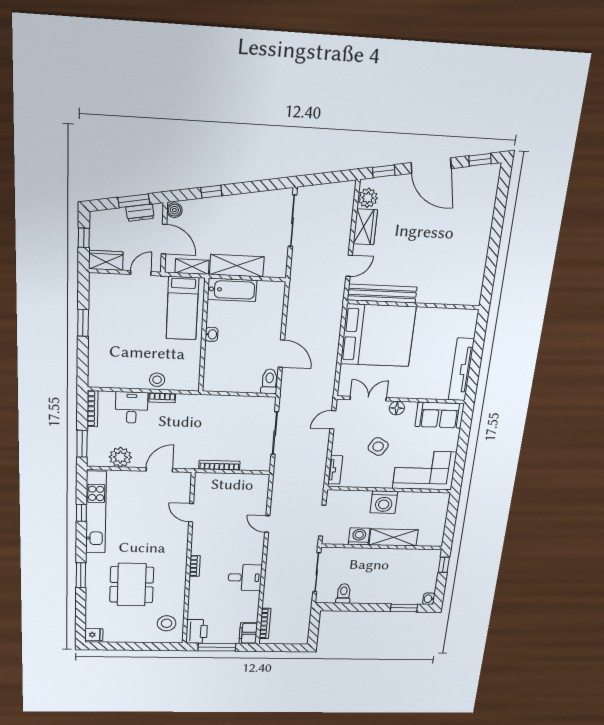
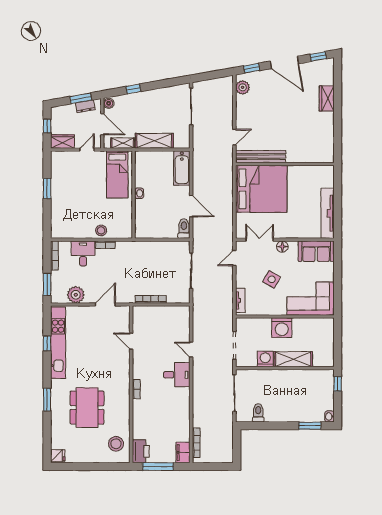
wardrobe: (365, 227) -> (327, 98), moved, turned 180
bathtub: (232, 290) -> (182, 168), moved, turned 90
desk: (245, 578) -> (177, 375), moved

